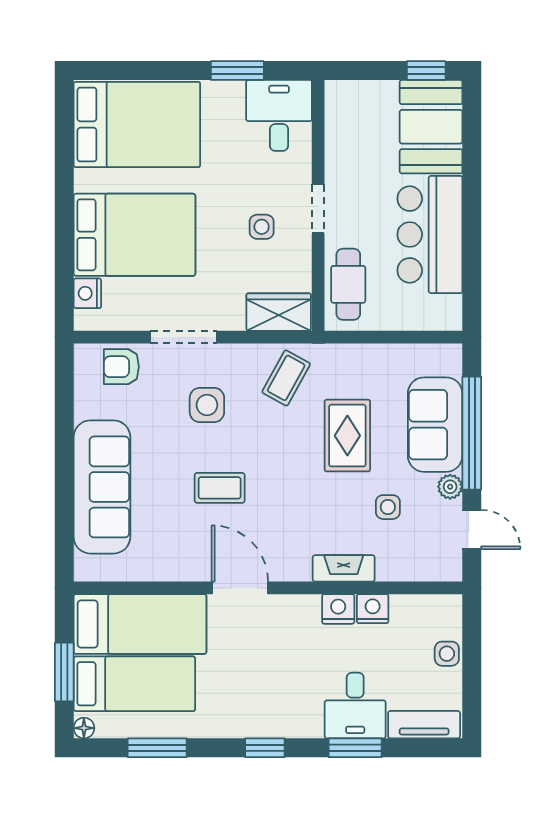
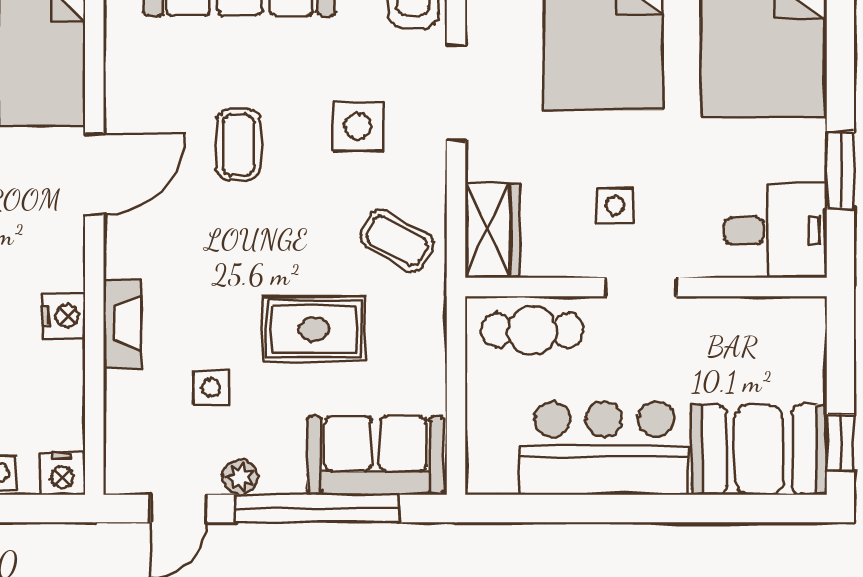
sofa: (435, 425) -> (376, 456), moved
nightstand: (373, 609) -> (62, 474), moved, turned 90

